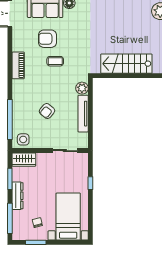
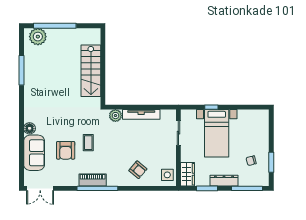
armchair: (47, 111) -> (138, 170), moved
window: (10, 119) -> (97, 188), moved
bed with nightstands: (68, 217) -> (217, 133), moved, turned -90

